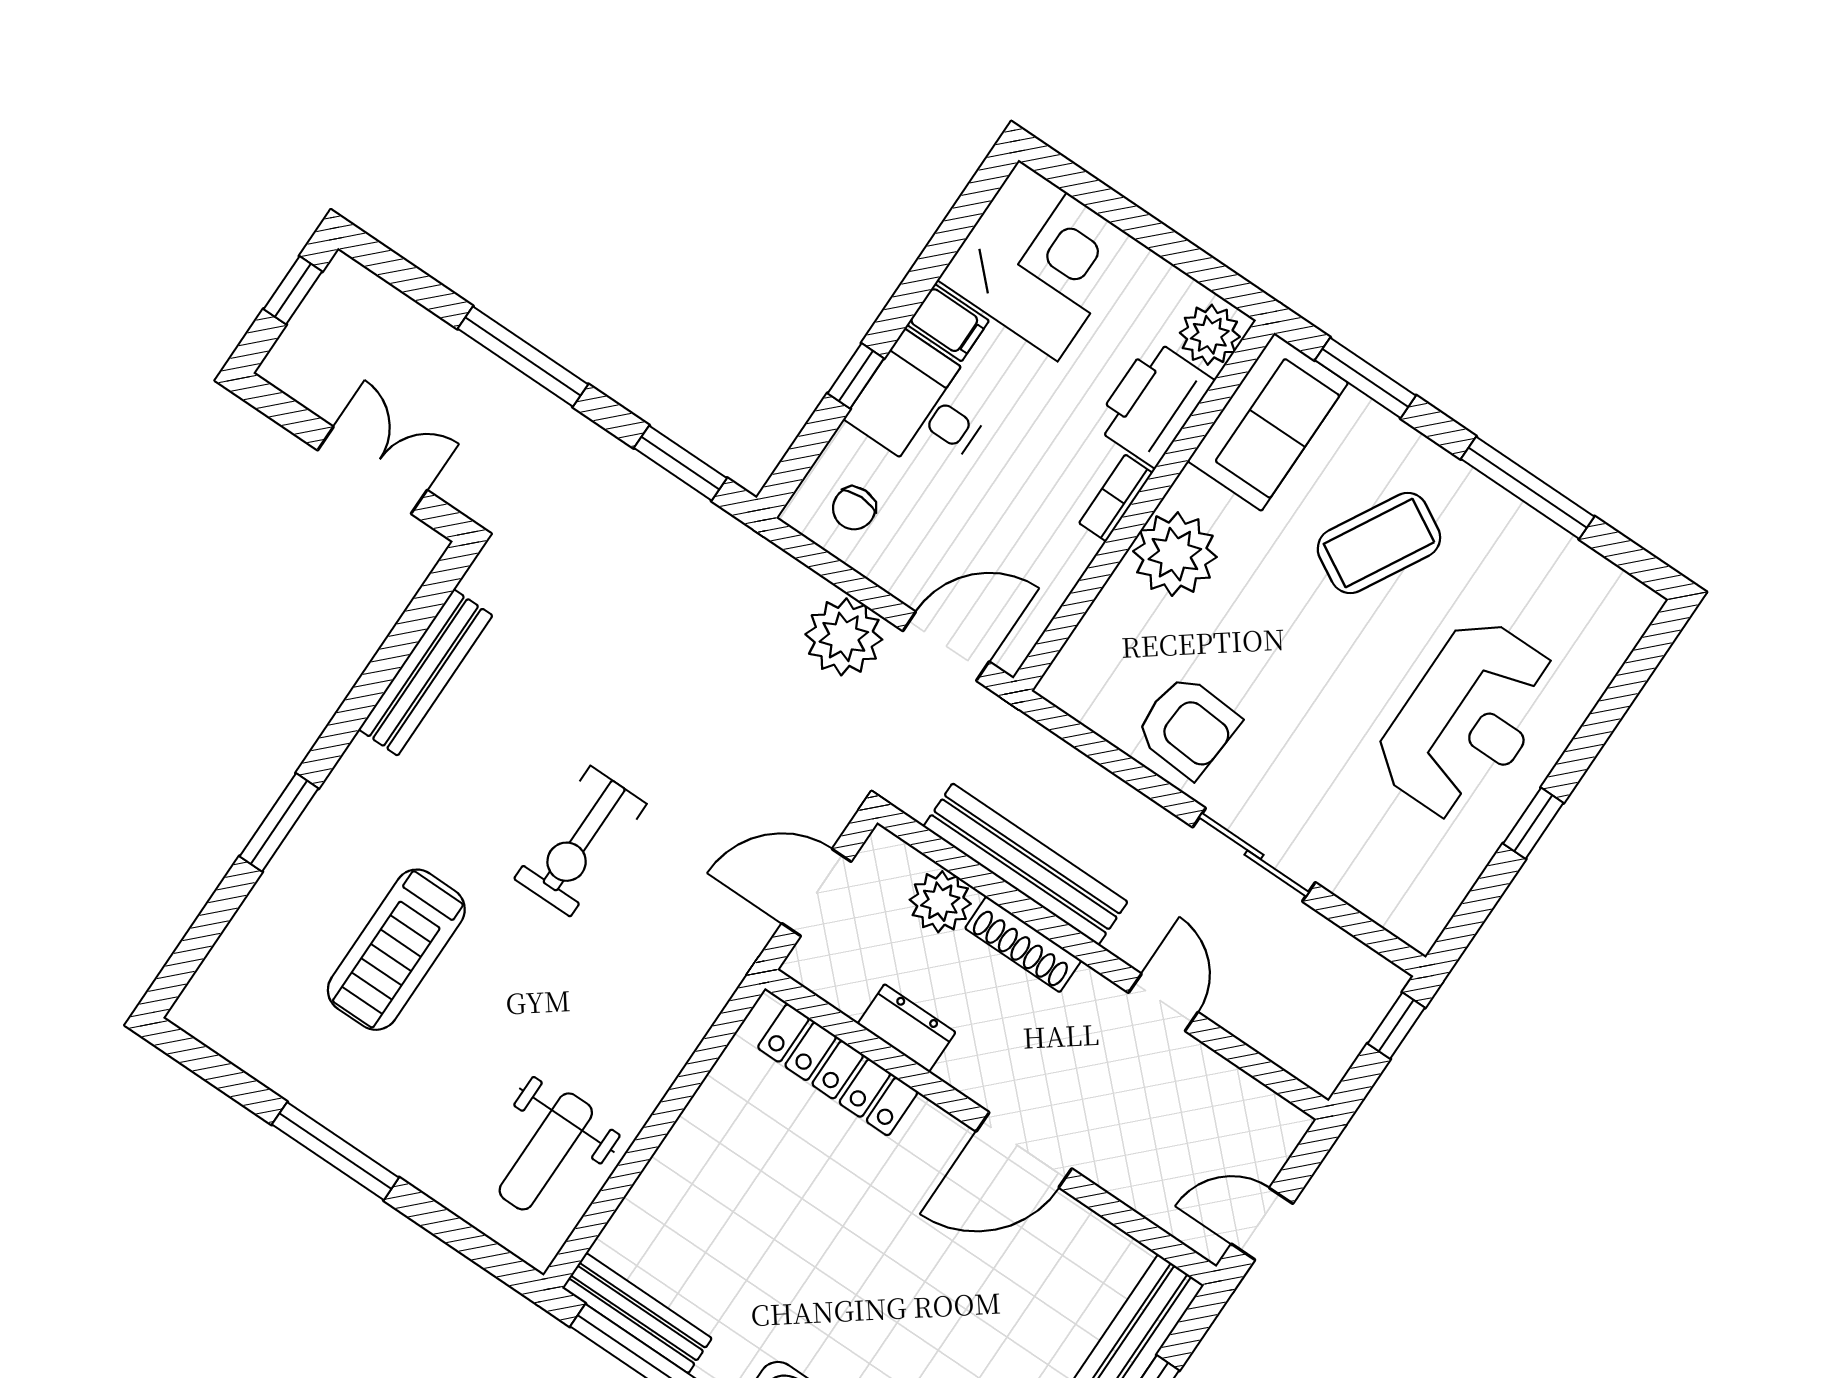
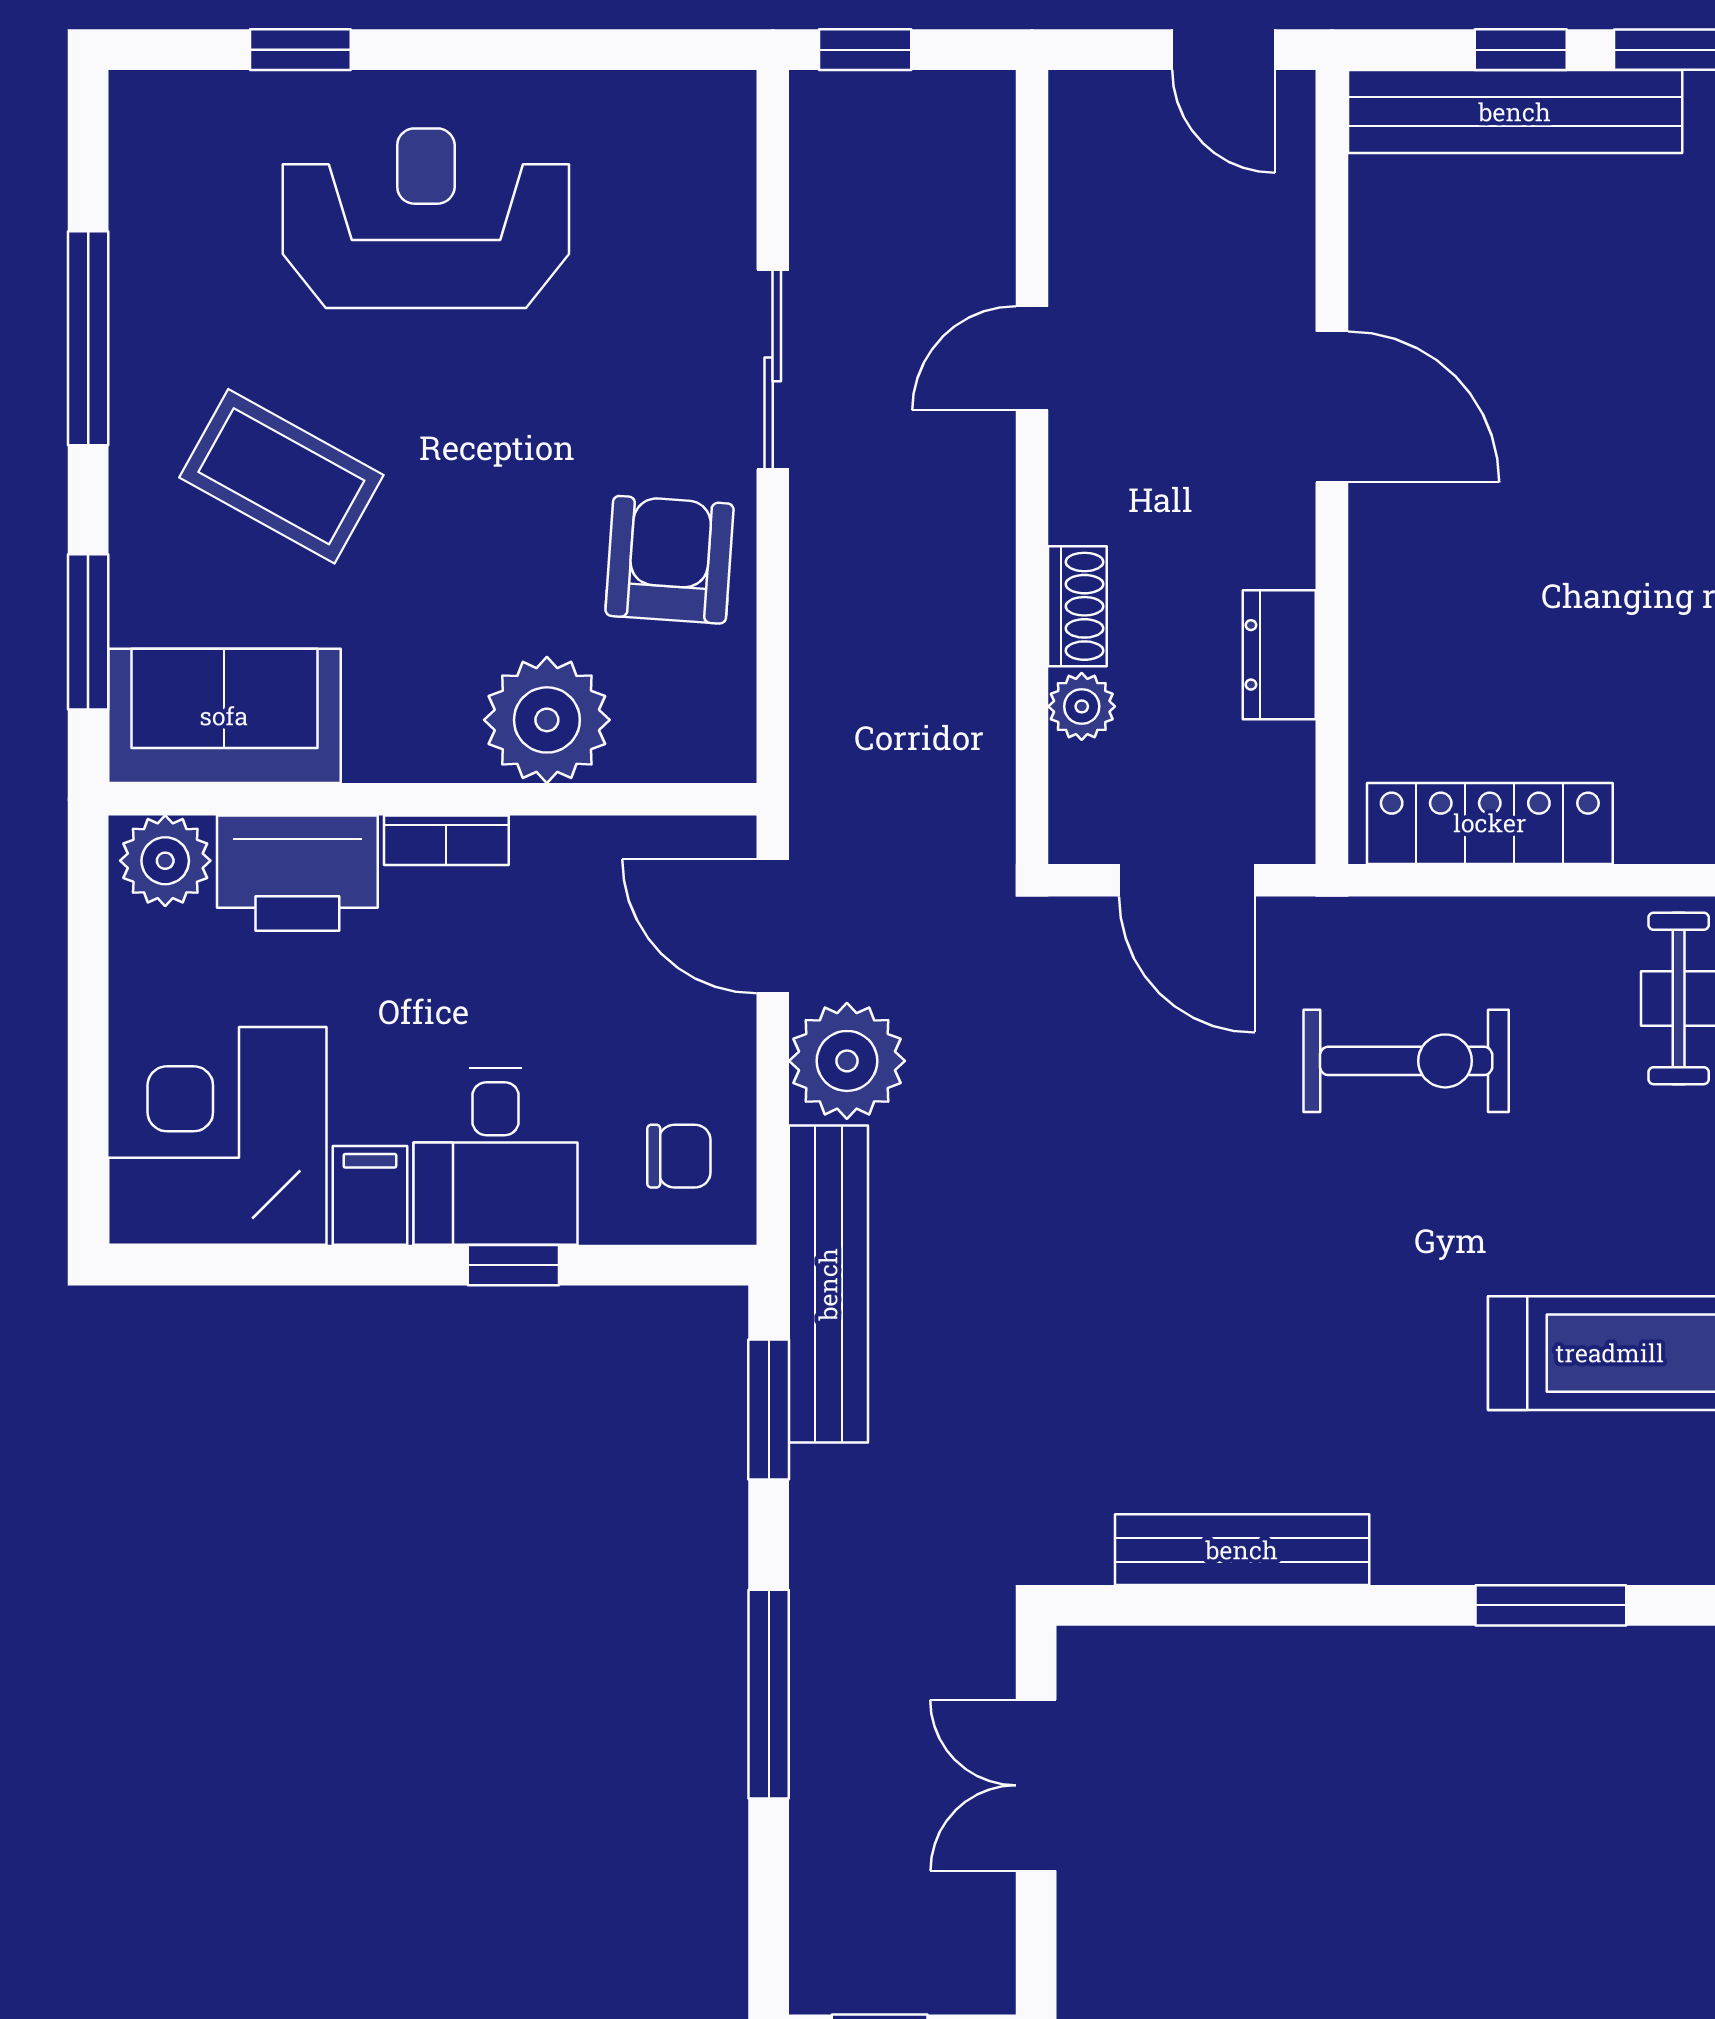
plant: (1175, 554) -> (547, 720), moved
window: (1533, 823) -> (300, 50), moved
exercise bike: (580, 841) -> (1406, 1061), moved
bench: (1025, 864) -> (828, 1284), moved
plant: (940, 902) -> (1082, 706), width x0.73, depth x0.73
shoe rack: (1023, 944) -> (1077, 606), width x0.70
locker: (838, 1070) -> (1490, 823), moved, turned -90

